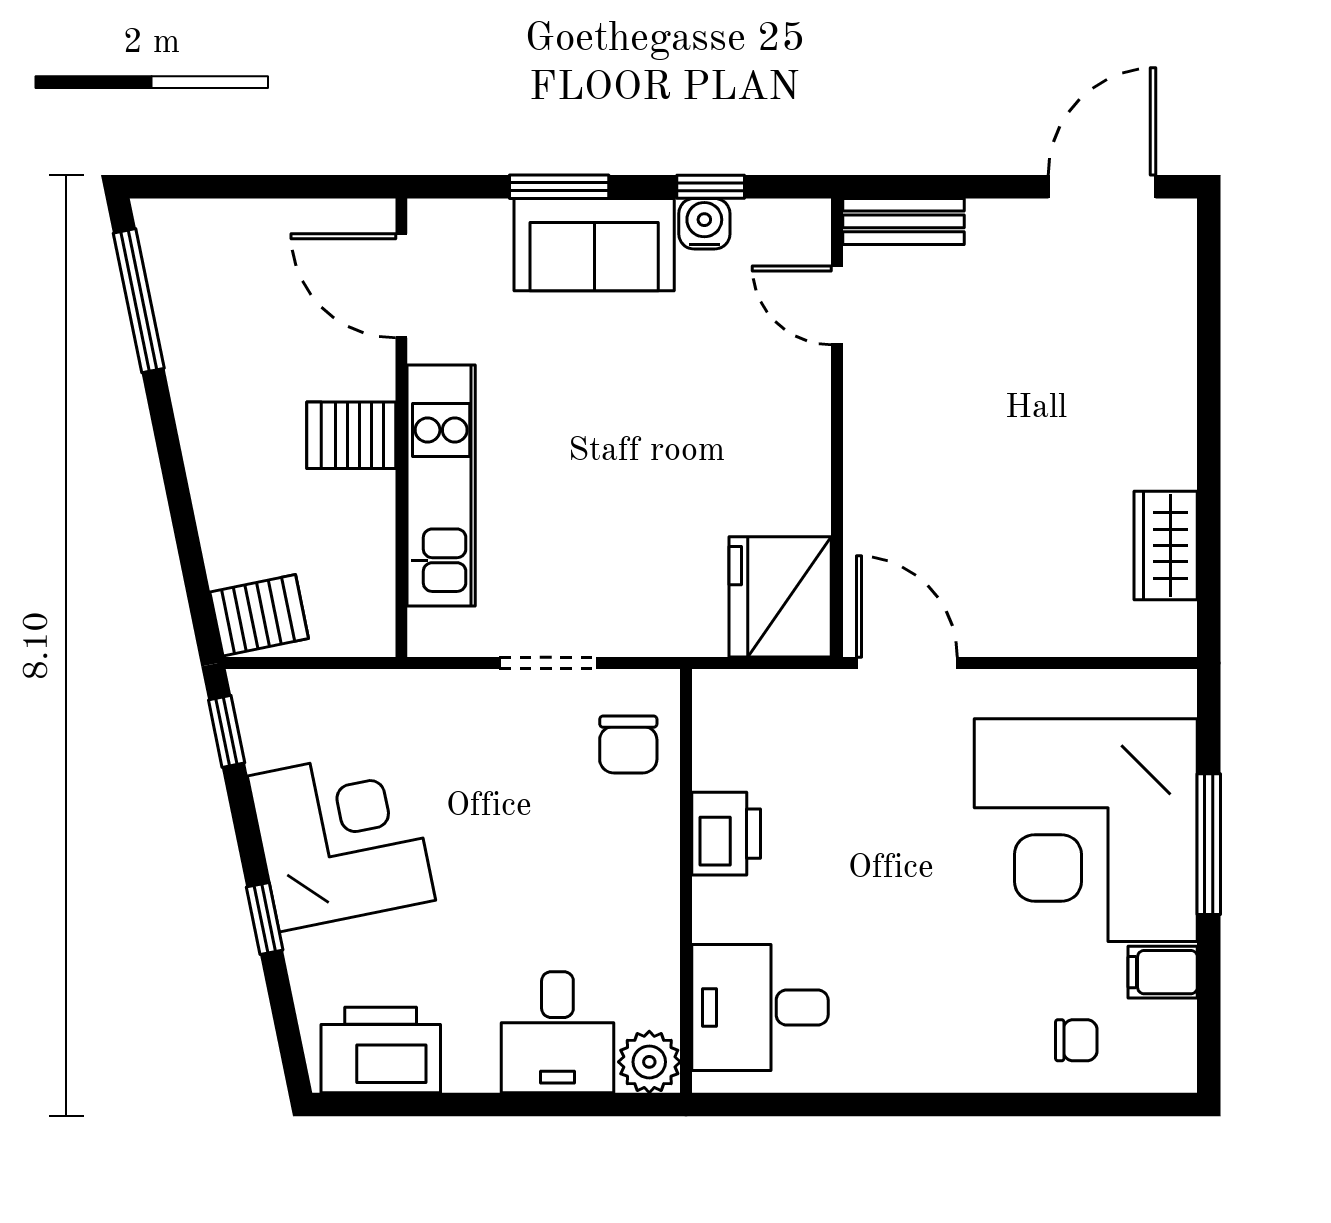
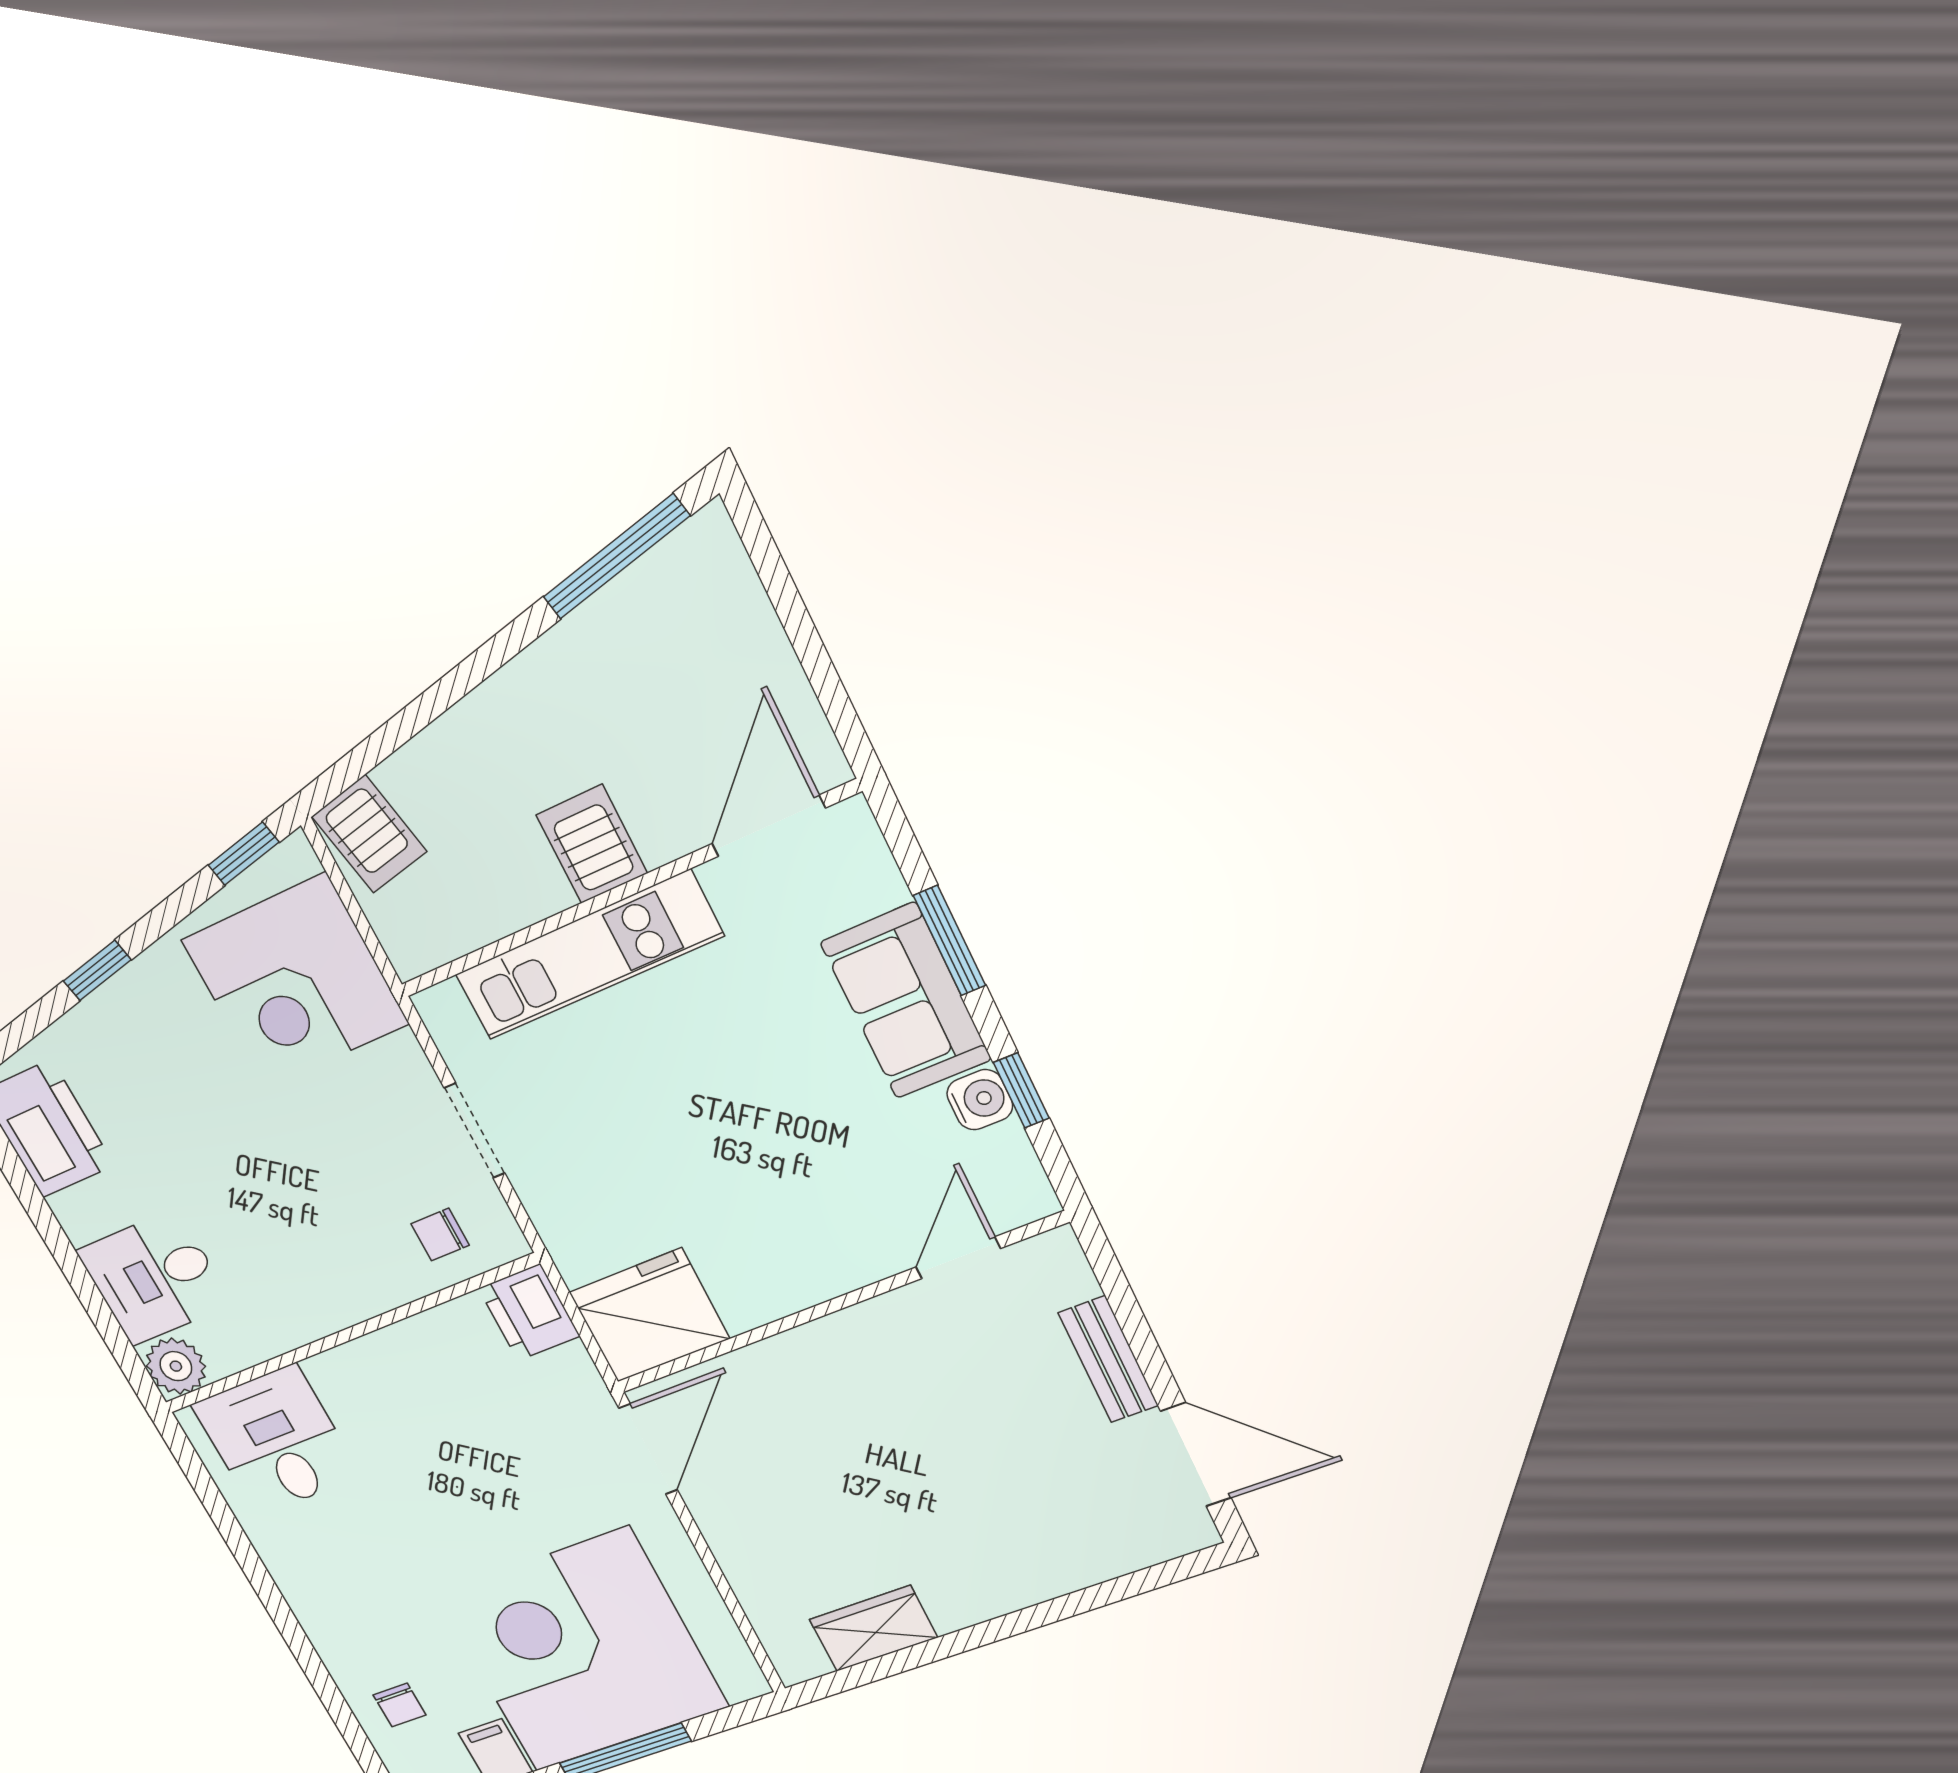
bench: (903, 221) -> (1108, 1359), moved
chair: (628, 744) -> (440, 1235), width x0.73, depth x0.73
printer: (726, 834) -> (529, 1312), moved, turned 90
corner desk: (342, 838) -> (295, 982), moved, turned 102

